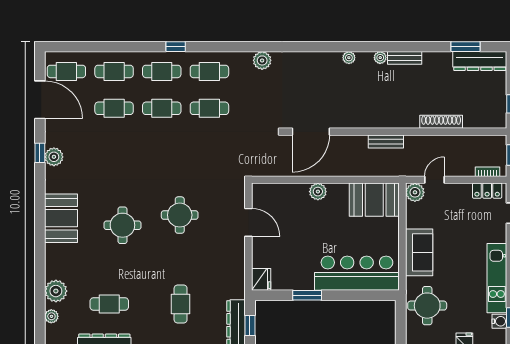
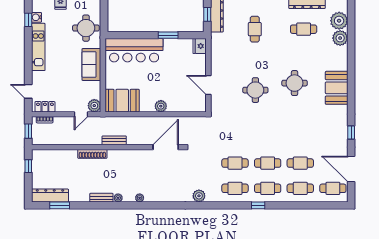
shoe rack: (441, 122) -> (92, 154), moved
plant: (54, 157) -> (341, 130), removed
plant: (51, 316) -> (339, 21), width x1.88, depth x1.88

